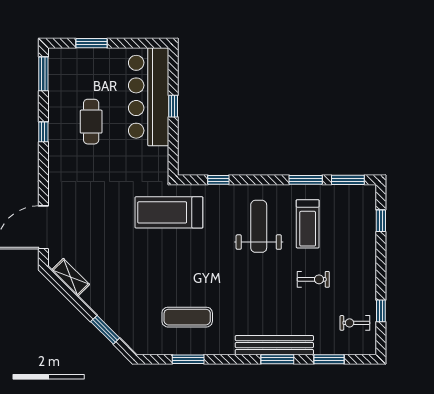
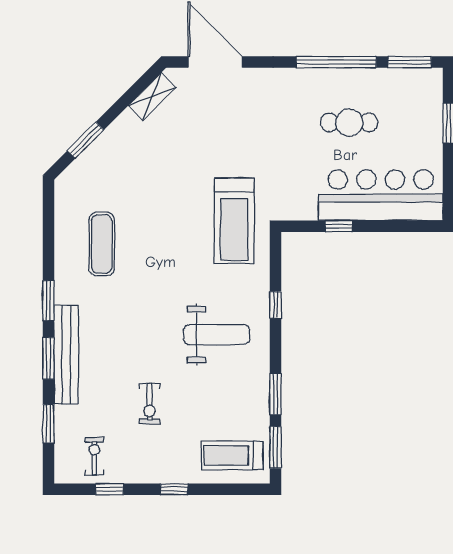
window: (173, 106) -> (339, 226), moved
window: (43, 132) -> (336, 62), width x3.17
window: (218, 180) -> (275, 305), moved
treadmill: (169, 212) -> (234, 221), turned 180
window: (381, 221) -> (174, 489), moved
treadmill: (308, 224) -> (232, 455), moved
window: (188, 359) -> (48, 301), moved

